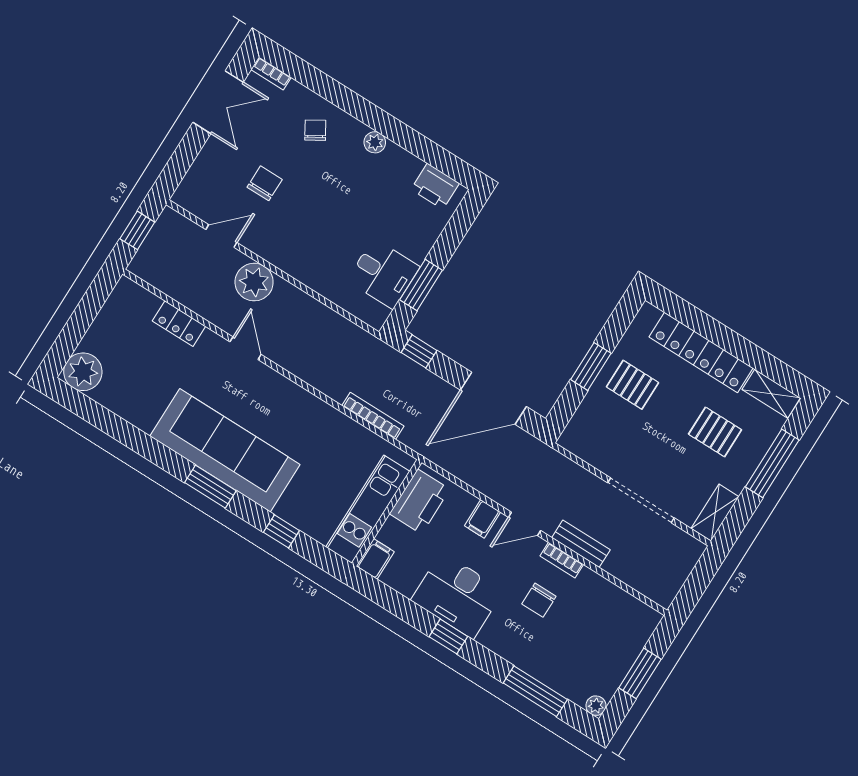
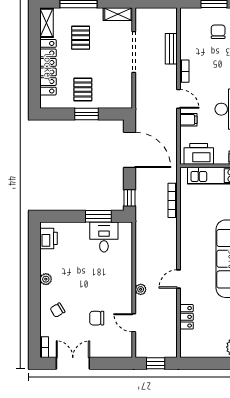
plant: (254, 282) -> (141, 289), width x0.53, depth x0.53
bench: (581, 544) -> (171, 49), moved
chair: (539, 600) -> (218, 32), moved, turned -90

